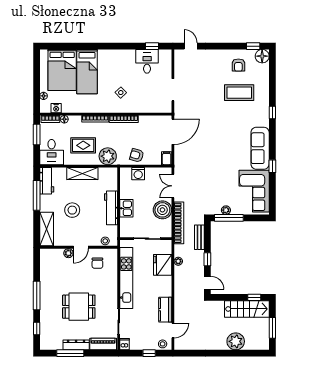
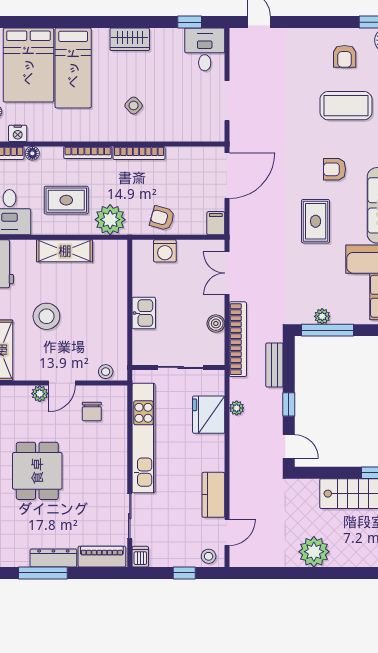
wardrobe: (119, 56) -> (130, 39), added
desk: (147, 61) -> (205, 49), moved
armchair: (233, 128) -> (334, 169), added
rug: (222, 157) -> (316, 221), added
workbench: (111, 208) -> (116, 312), removed
boiler: (162, 210) -> (216, 323), width x0.54, depth x0.54
dining table: (79, 307) -> (37, 471), moved, turned 90
plant: (236, 341) -> (314, 552), moved

